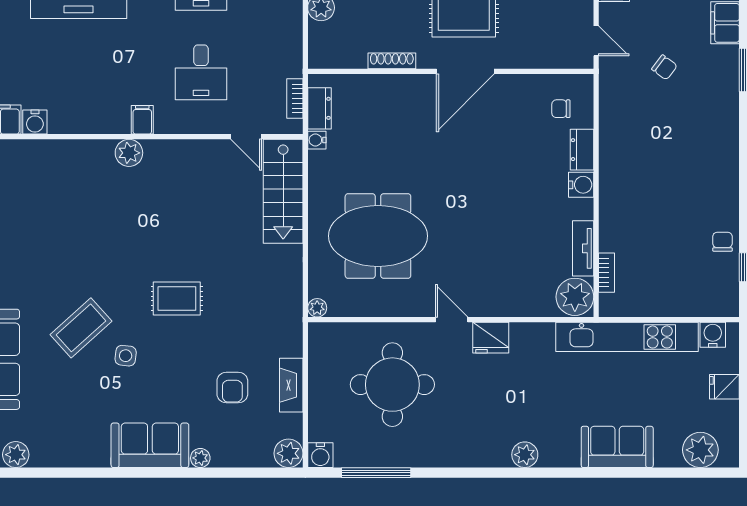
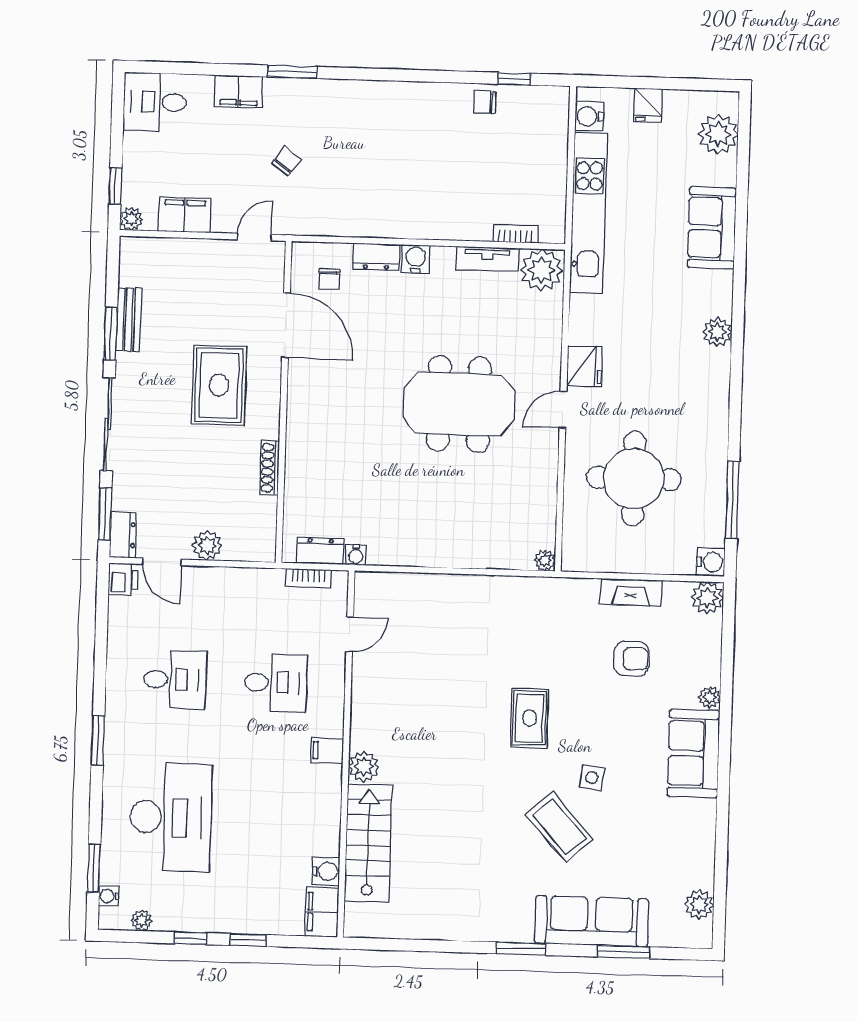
door: (465, 71) -> (286, 325), moved
stairs: (283, 191) -> (368, 843), moved, turned -90
meeting table: (378, 236) -> (459, 404), moved, turned 90

